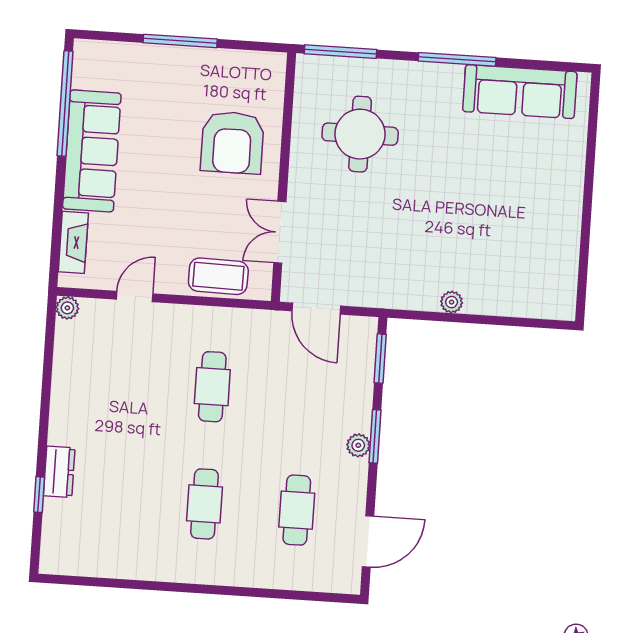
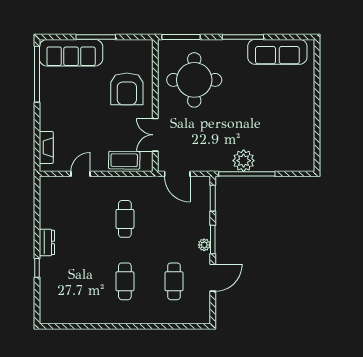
round table: (360, 134) -> (194, 80), width x1.36, depth x1.36
sofa: (92, 151) -> (71, 53), moved, turned 90
plant: (452, 302) -> (244, 161), width x1.88, depth x1.88
plant: (67, 308) -> (45, 182), removed
window: (447, 317) -> (247, 174), added
dresser: (59, 472) -> (47, 242), moved
window: (39, 495) -> (37, 268), moved
door: (368, 541) -> (213, 278), moved

